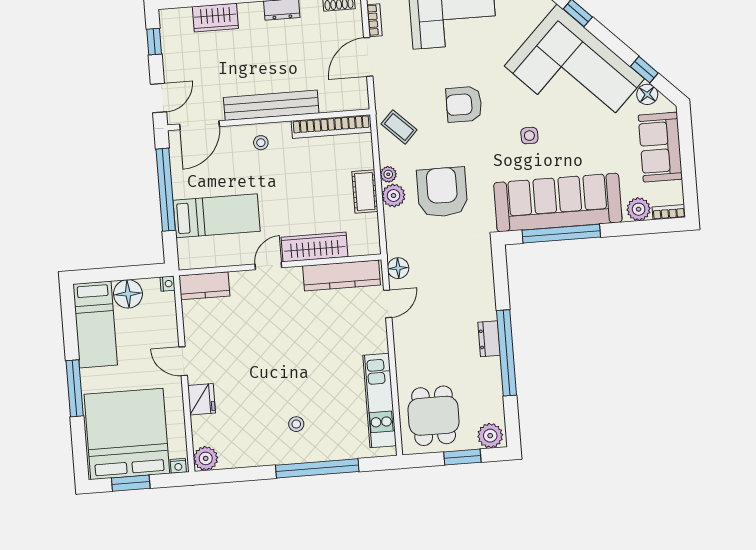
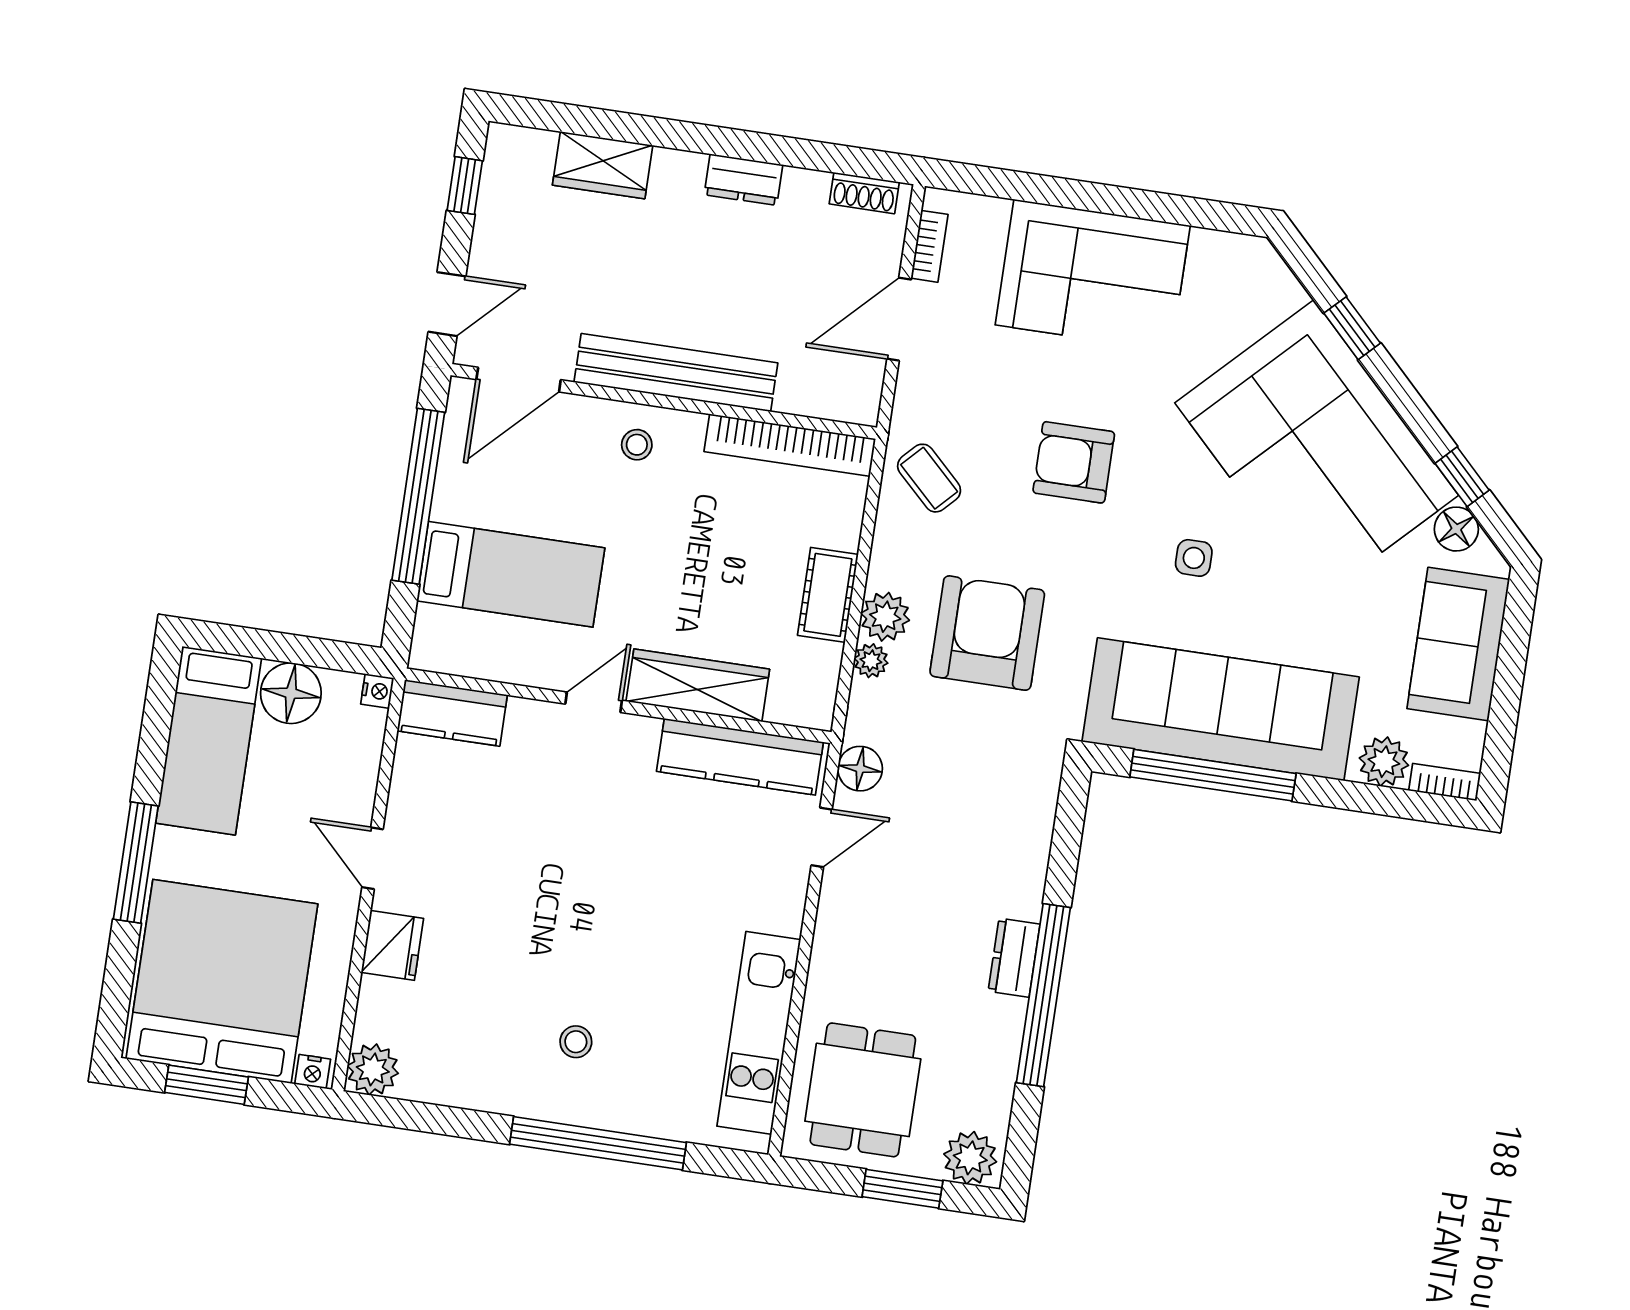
plant: (388, 174) -> (871, 661), moved

